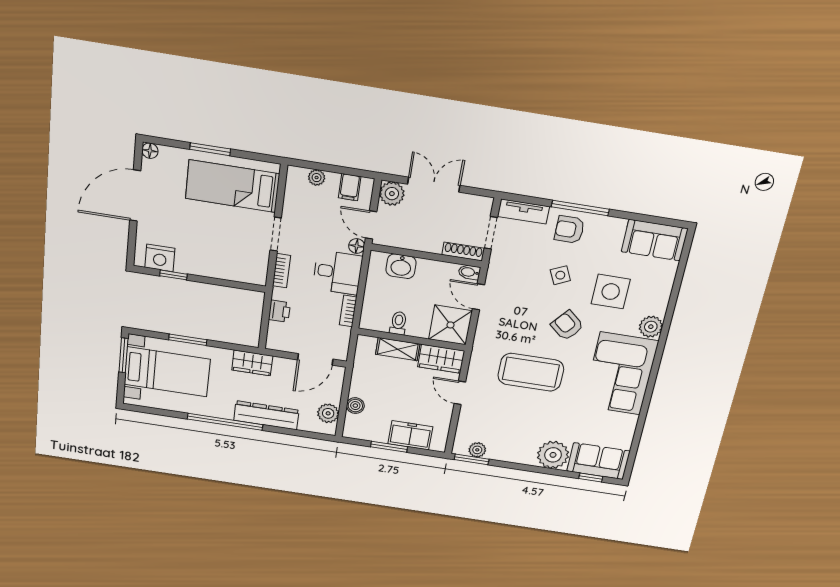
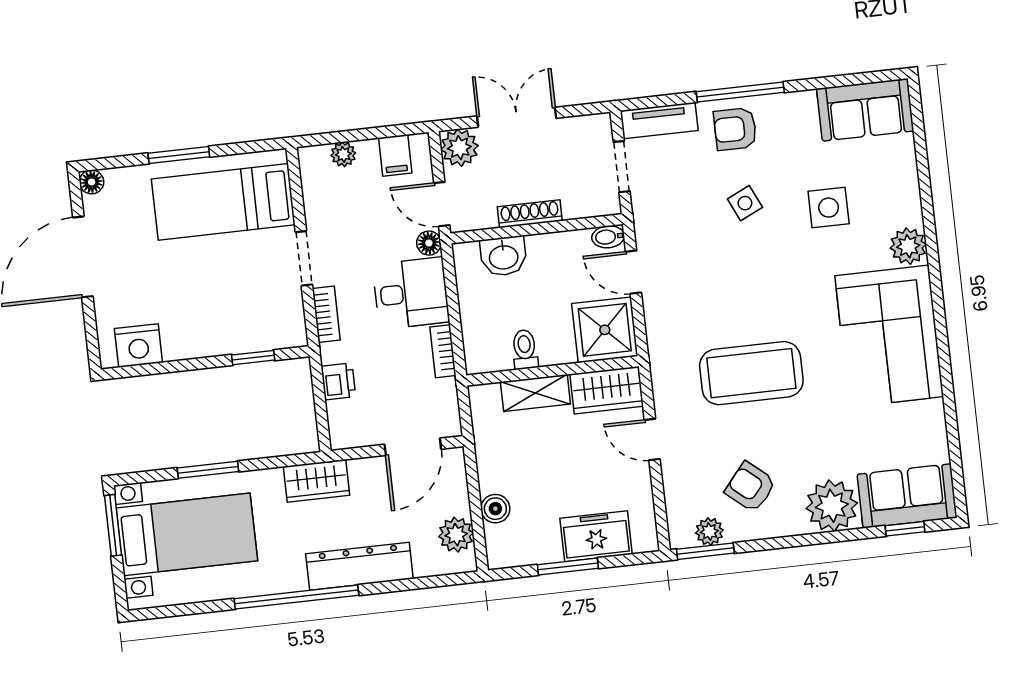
shoe rack: (463, 252) -> (530, 214), moved
window: (173, 275) -> (253, 358), moved
side table: (611, 292) -> (829, 208), width x0.73, depth x0.73
armchair: (567, 325) -> (750, 487), moved

